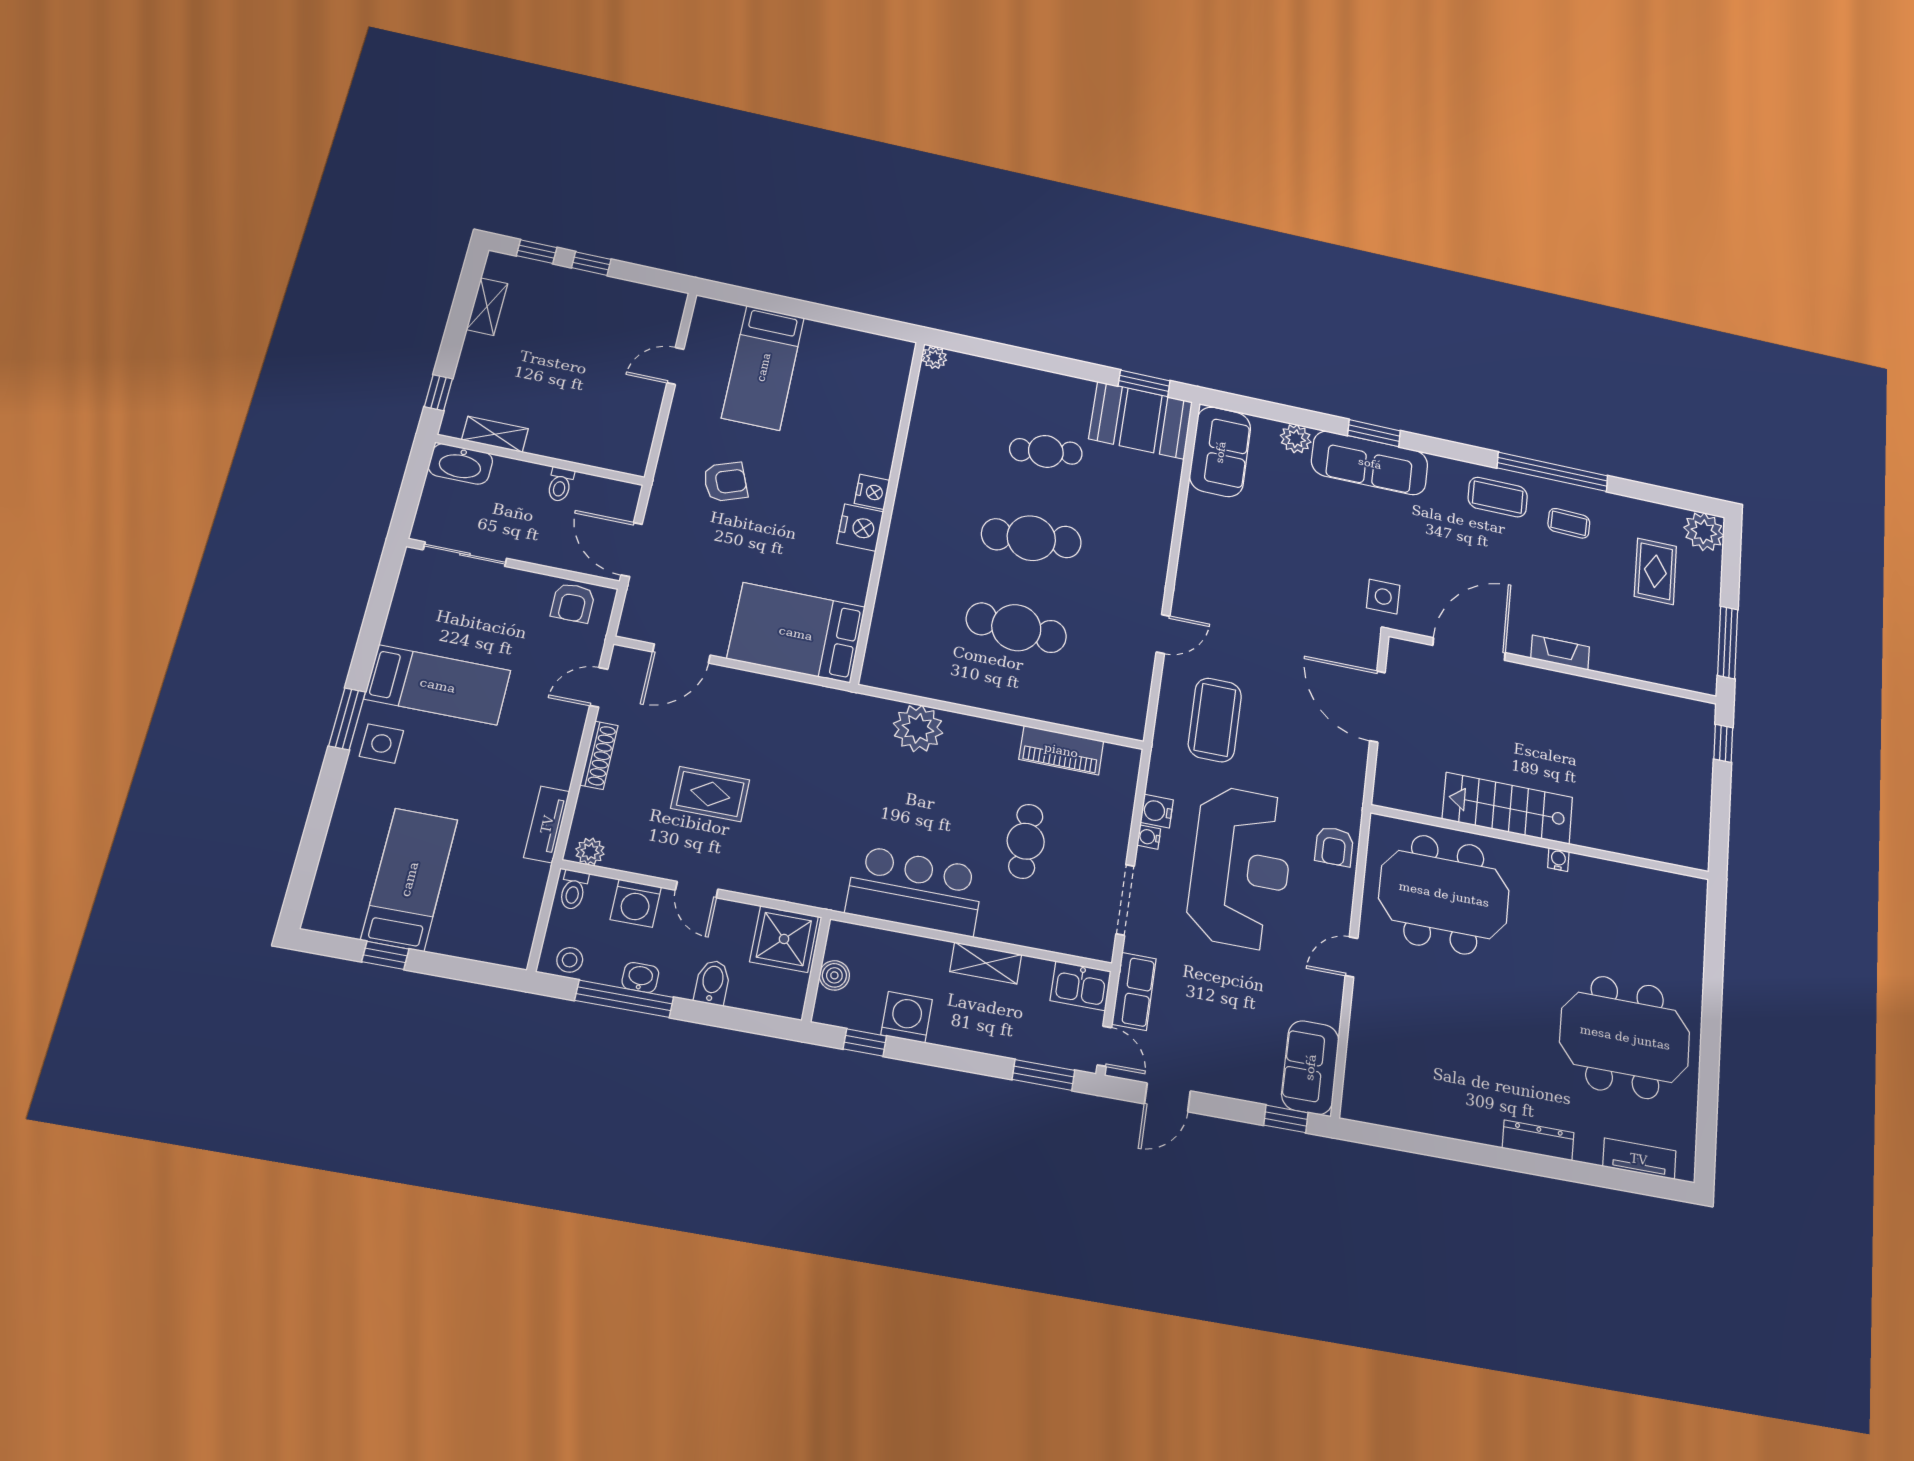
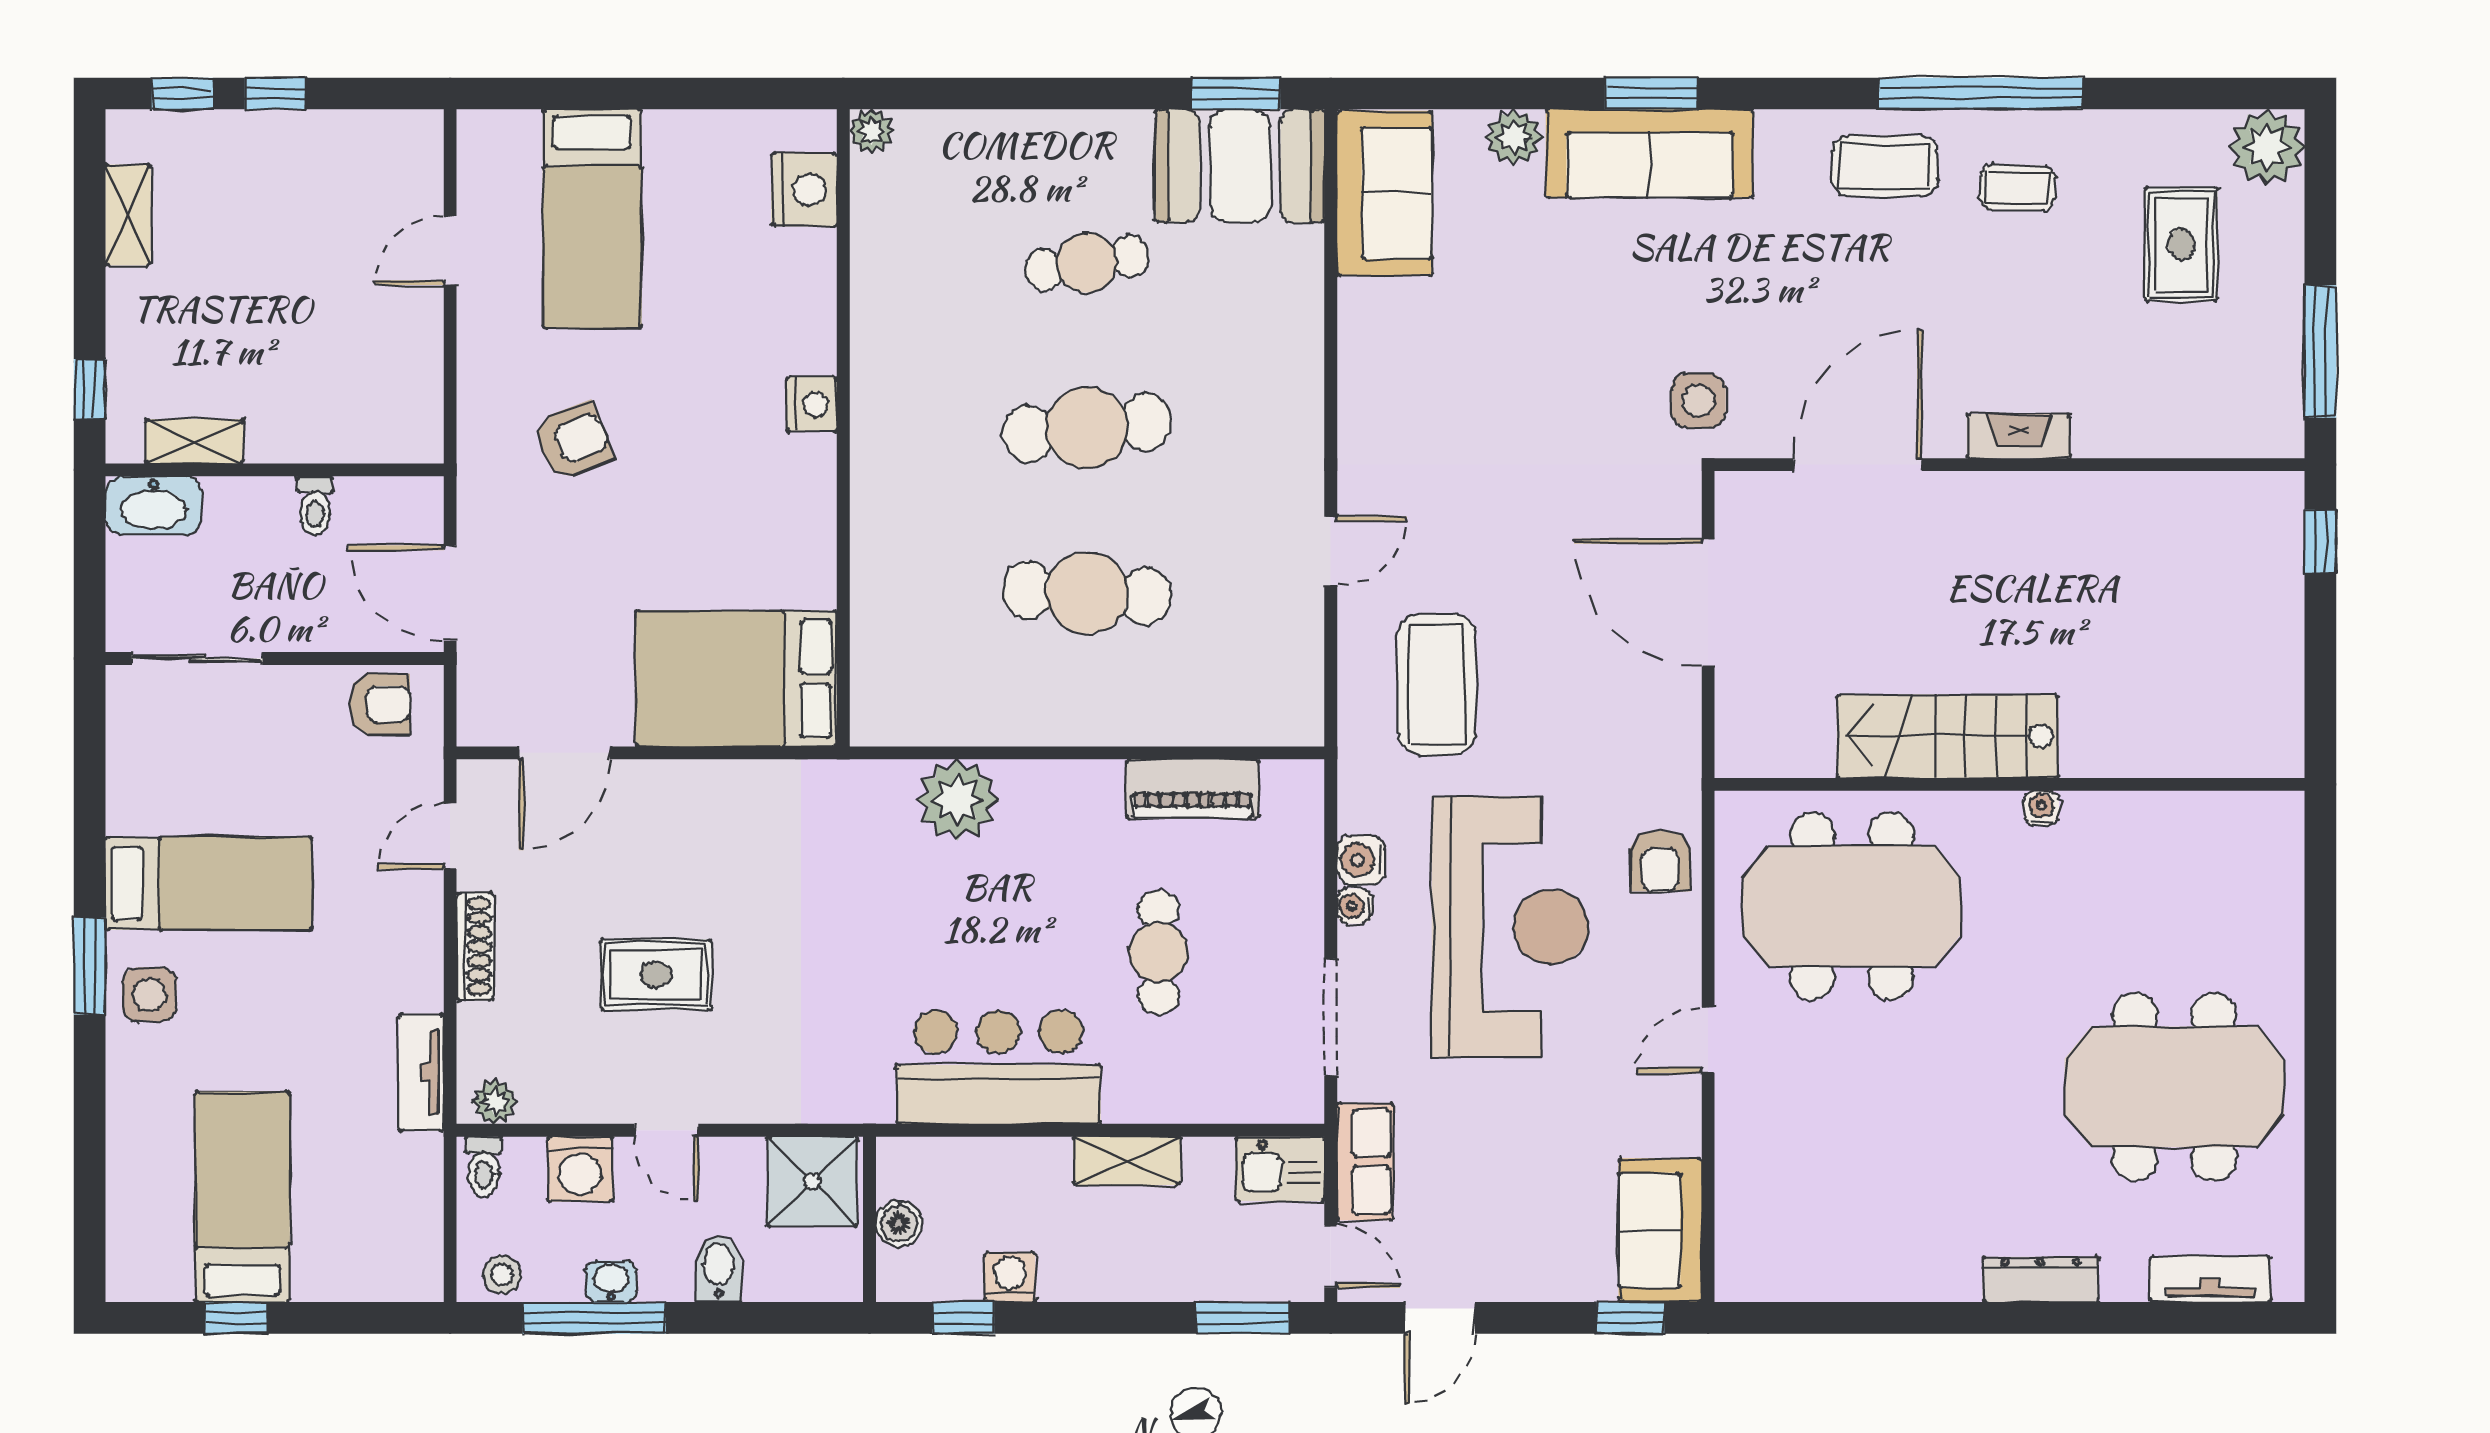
nightstand: (860, 528) -> (804, 190), moved
armchair: (573, 603) -> (380, 704), turned -90
washing machine: (907, 1017) -> (1010, 1277), width x0.73, depth x0.73

